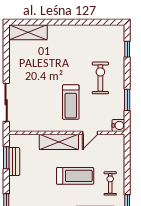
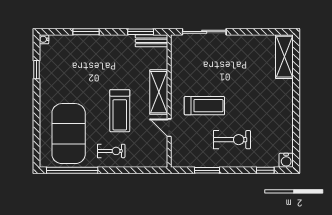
treadmill: (71, 102) -> (204, 106), turned 180
water cooler: (118, 125) -> (286, 160), moved
bench: (14, 162) -> (151, 41), moved

